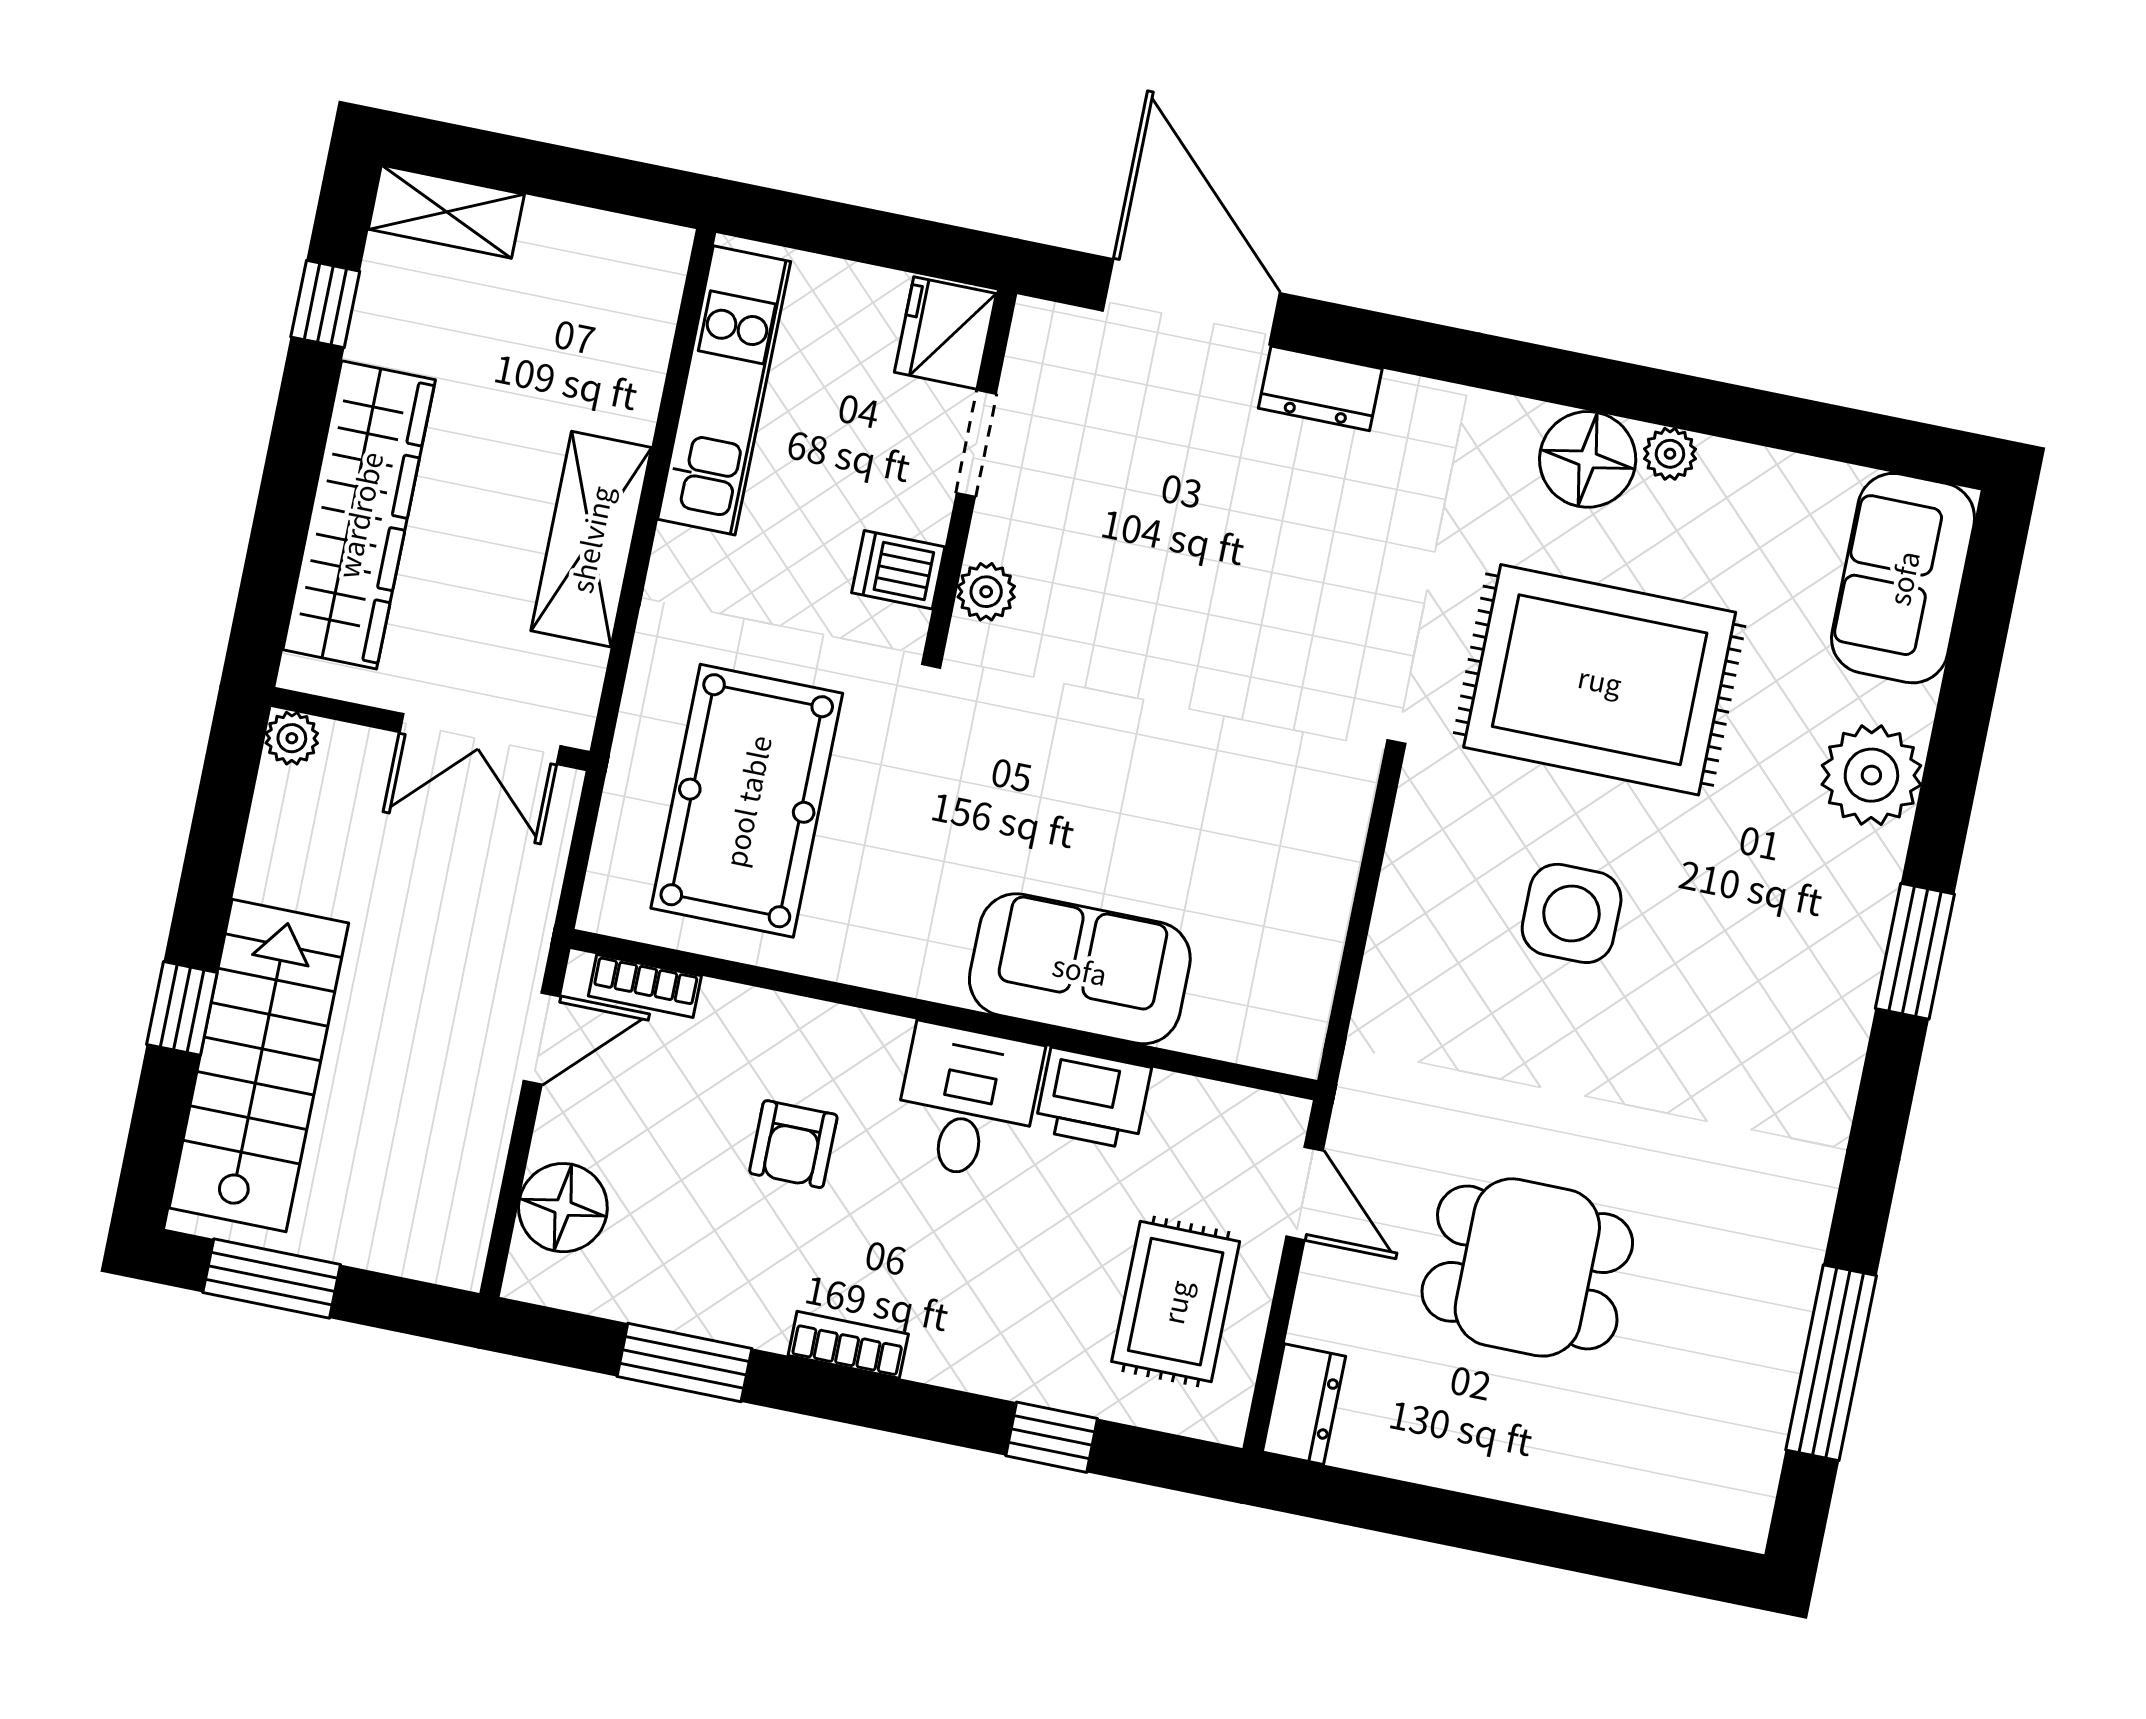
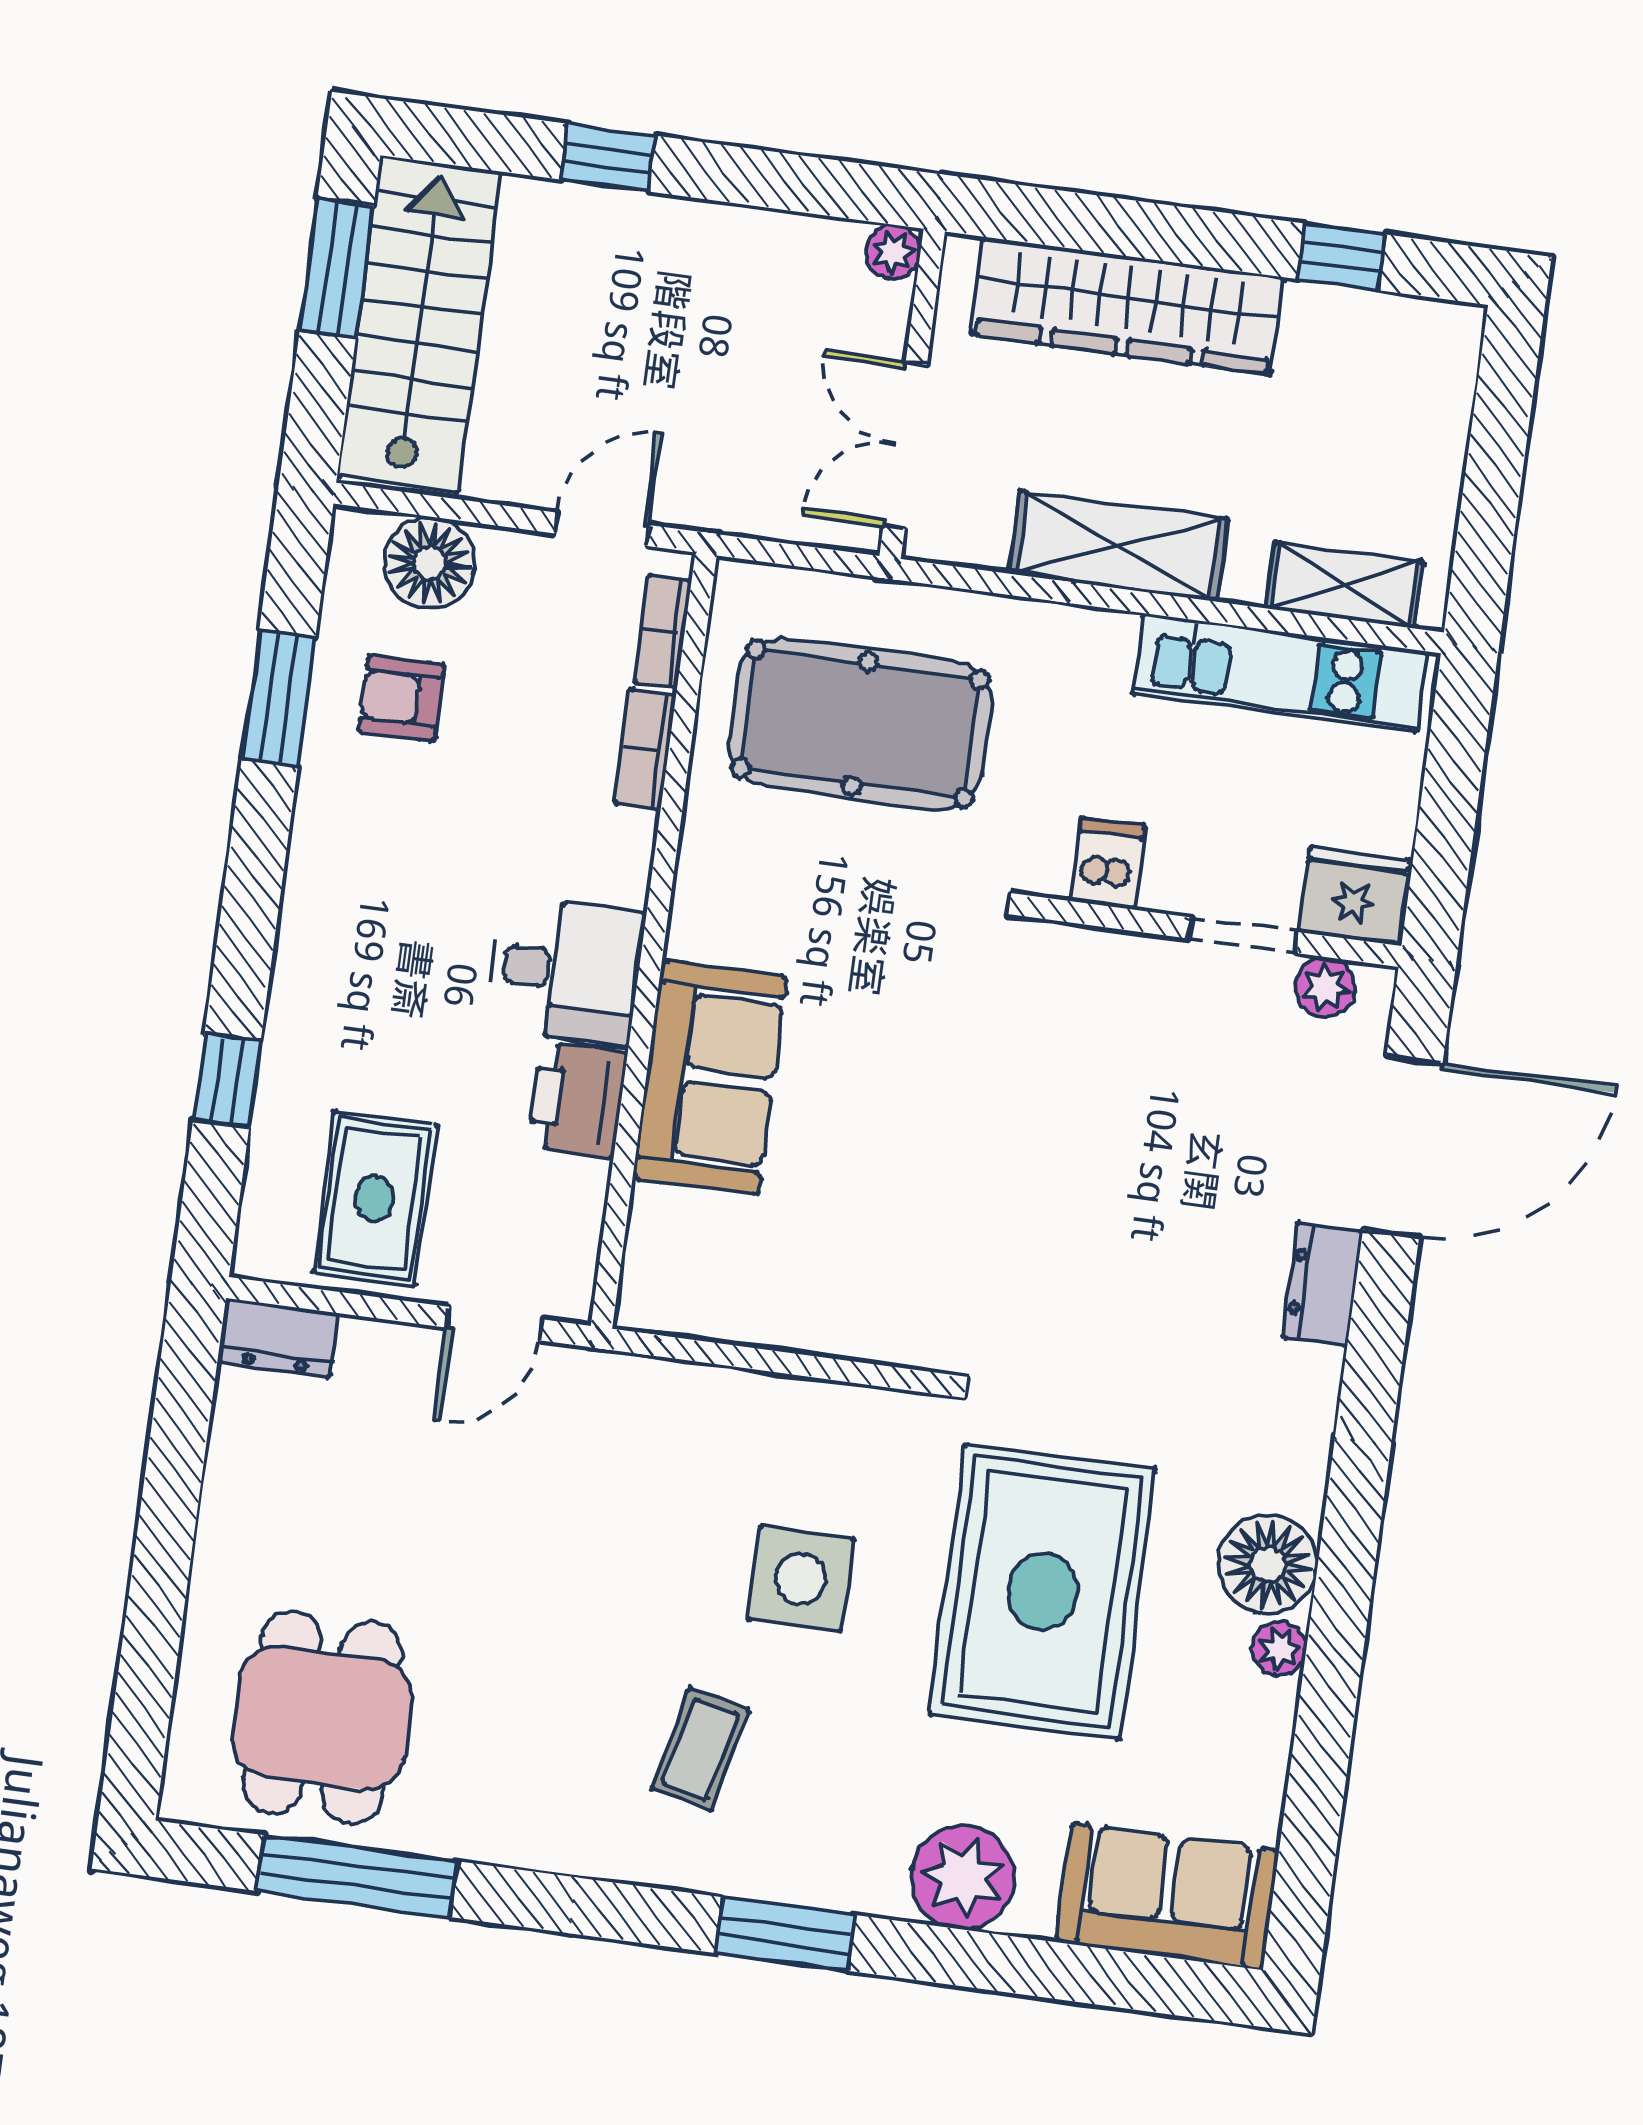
shelving: (446, 212) -> (1345, 585), moved, turned 90
plant: (986, 592) -> (1325, 987), moved
coffee table: (1730, 1021) -> (701, 1749), added
door: (542, 1039) -> (602, 529), swing flipped
stairs: (259, 1065) -> (419, 324), moved, turned -90
armchair: (793, 1144) -> (402, 698), moved
dining table: (1527, 1267) -> (322, 1718), moved
rug: (1176, 1302) -> (375, 1198), turned 90
bookcase: (848, 1345) -> (645, 749), moved, turned 180

